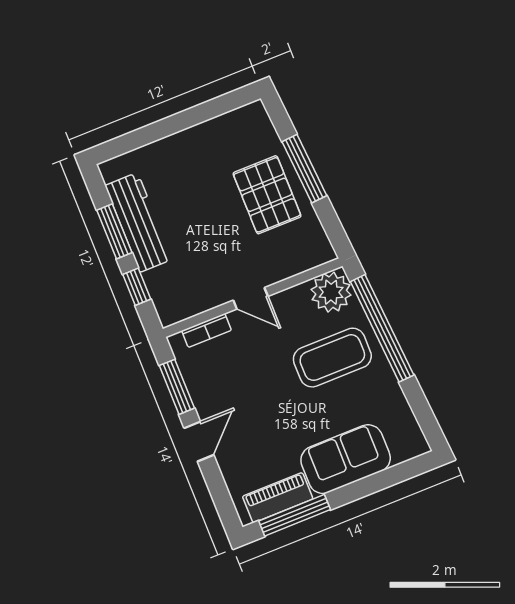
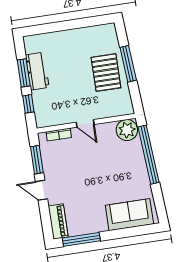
workbench: (139, 222) -> (37, 71), width x0.73
coffee table: (332, 358) -> (120, 164), removed
door: (199, 442) -> (41, 190), swing flipped
sofa: (346, 459) -> (129, 215), moved
piano: (278, 498) -> (58, 221), moved, turned 90

